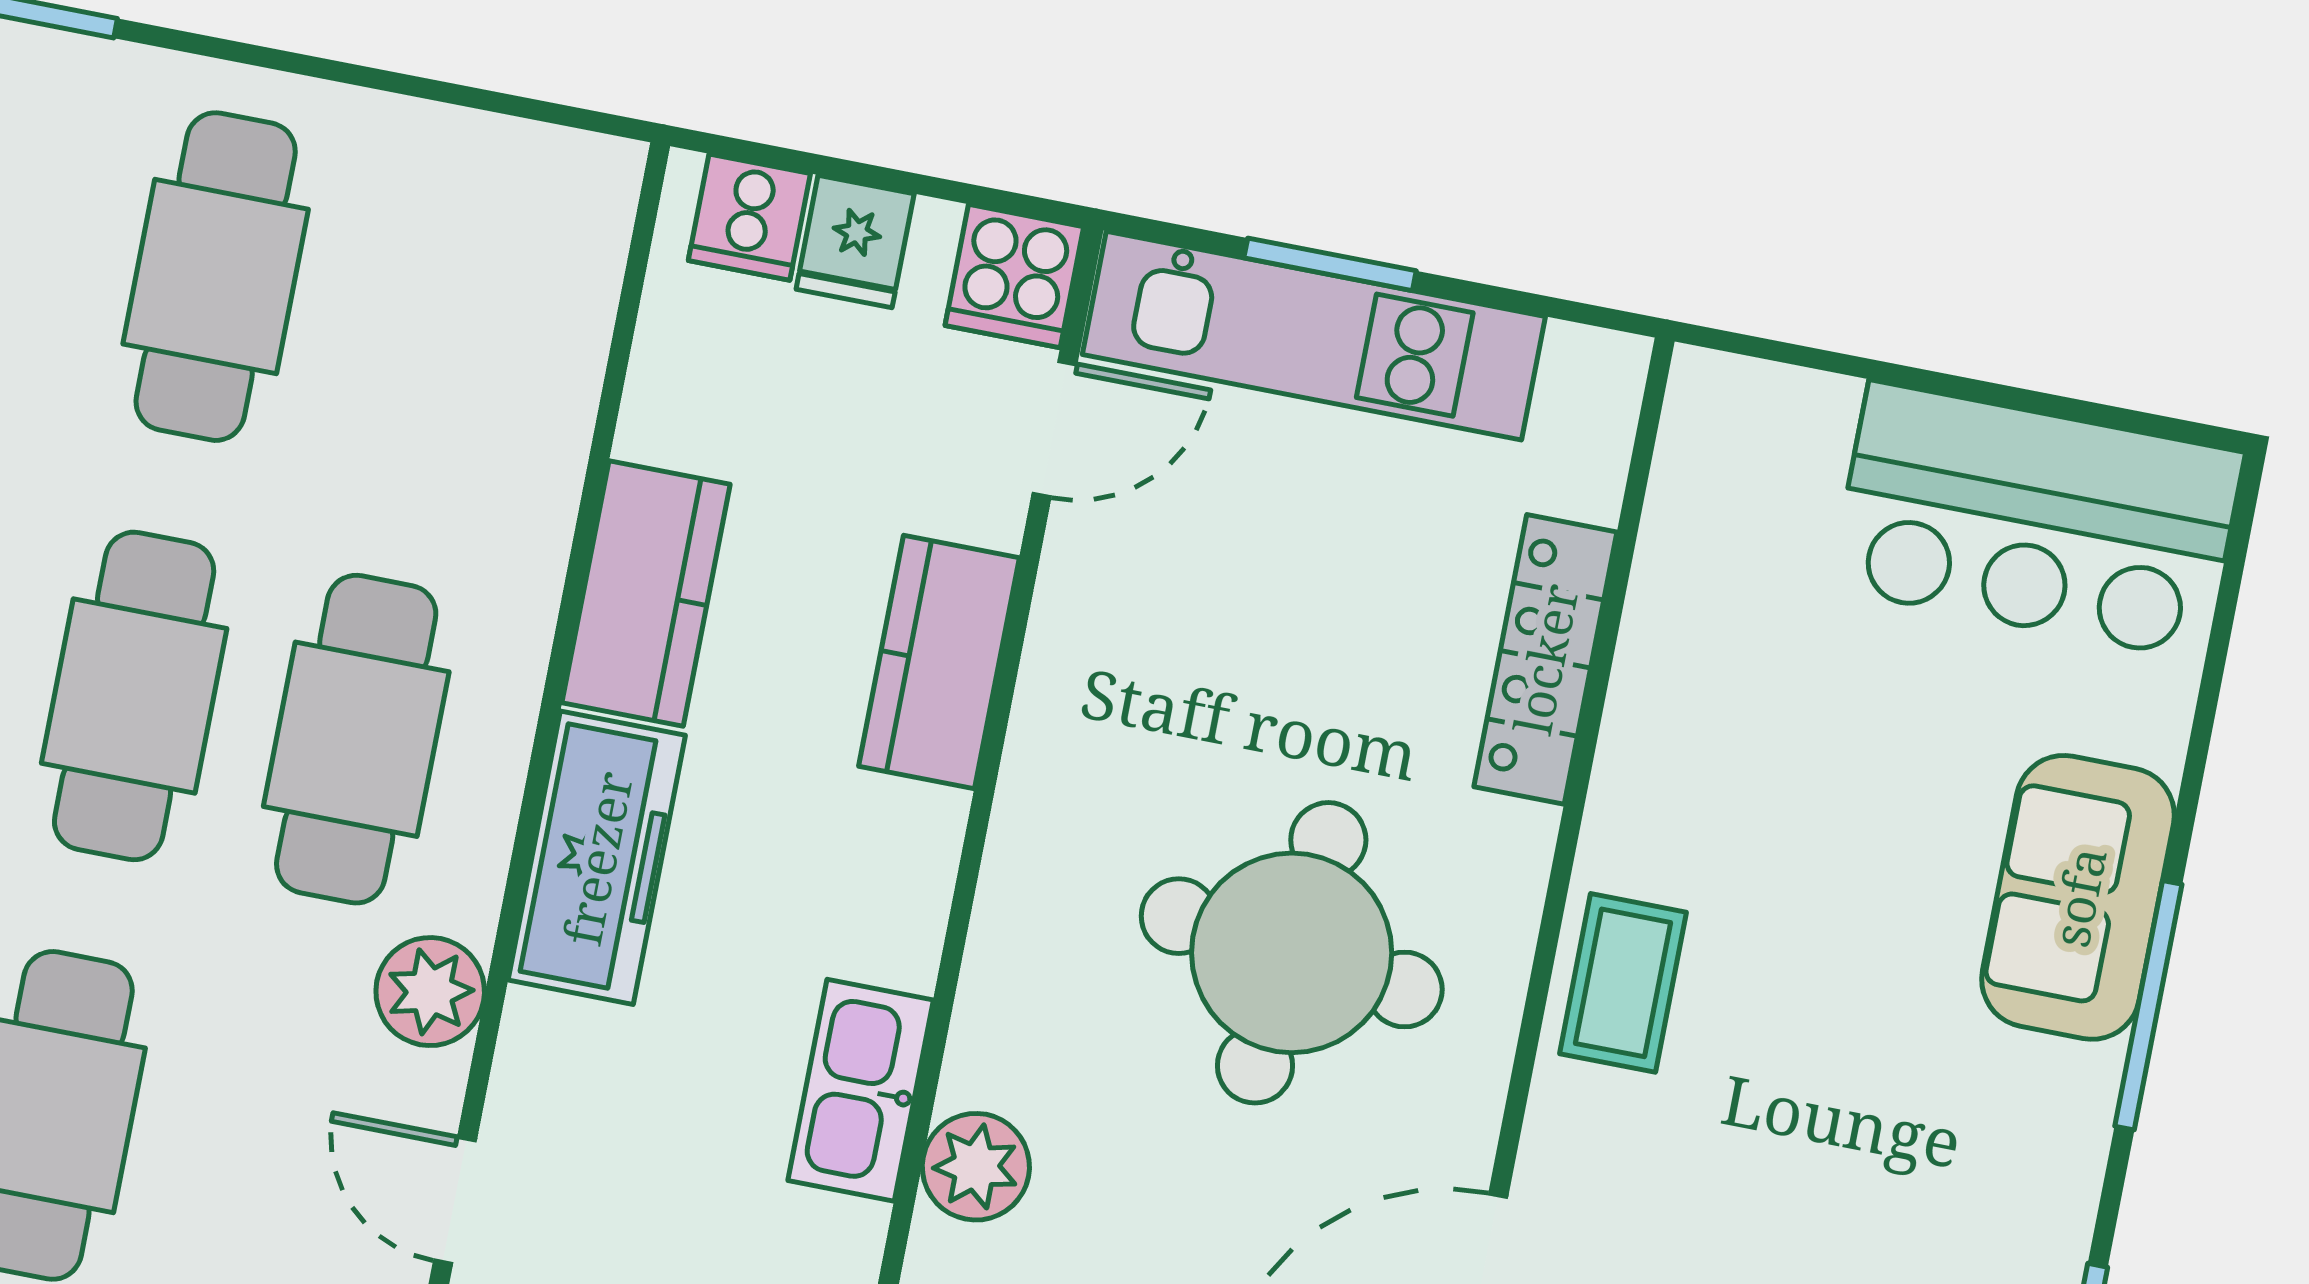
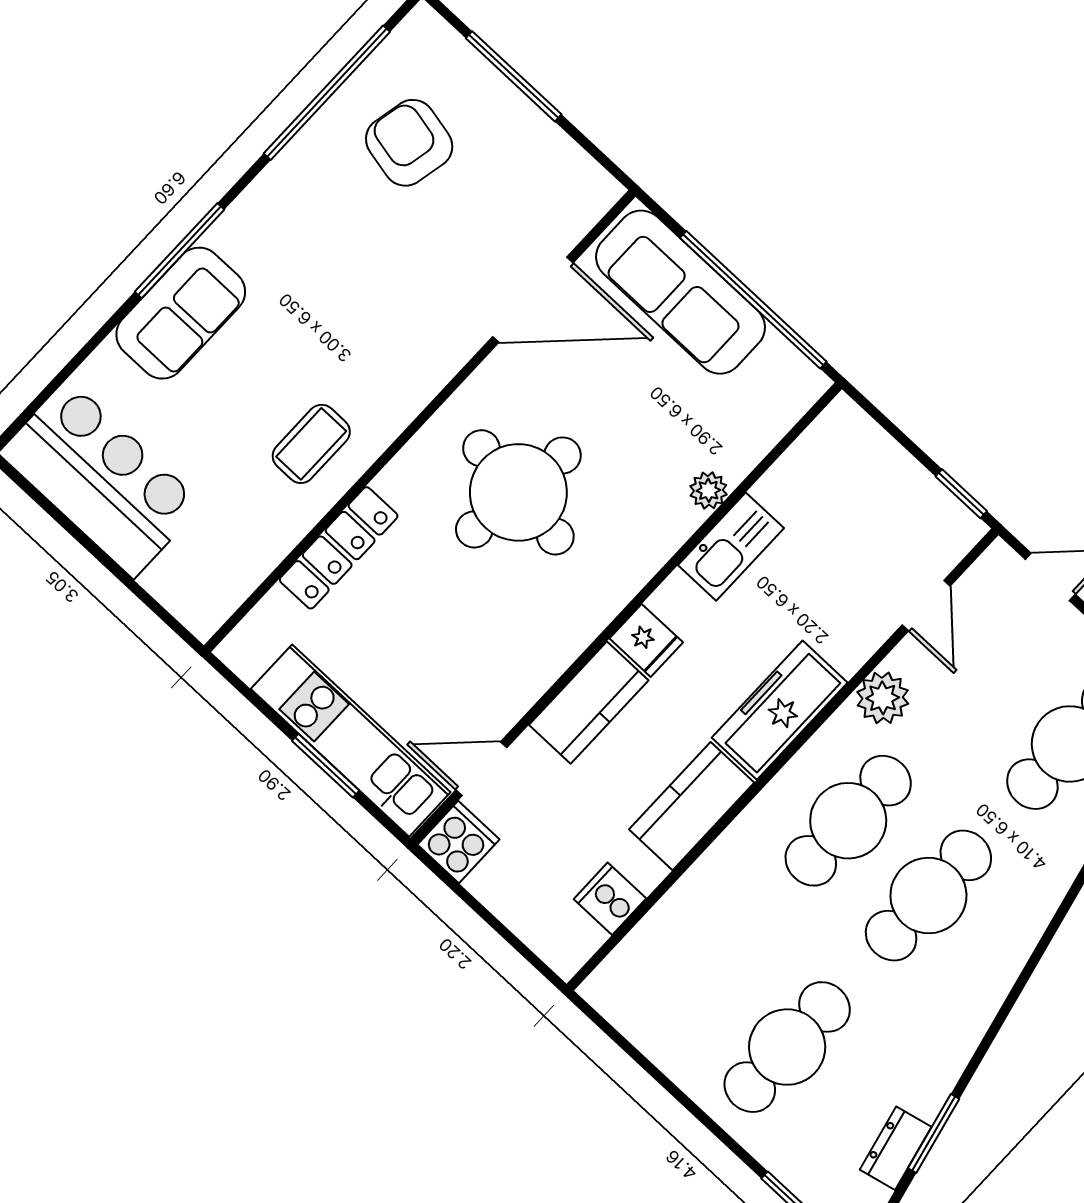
cooker: (749, 217) -> (610, 899), moved, turned -90
fridge: (855, 241) -> (646, 640), moved, turned 90
coffee table: (1623, 983) -> (311, 444), moved
plant: (976, 1167) -> (708, 490), width x0.73, depth x0.73

